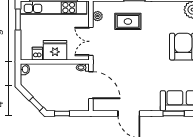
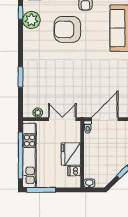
window: (18, 20) -> (41, 190), width x1.44
rug: (128, 21) -> (43, 83), removed
double door: (91, 41) -> (62, 119), swing flipped

